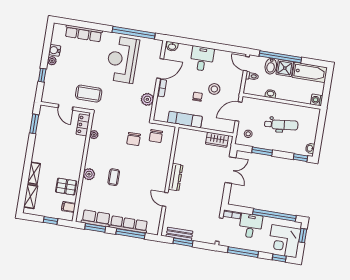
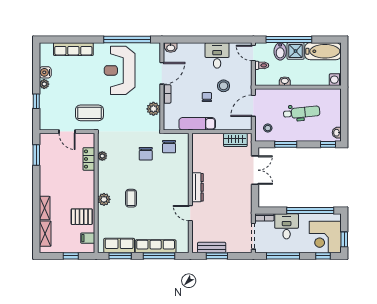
desk: (202, 59) -> (217, 55), moved
locker: (83, 125) -> (89, 159), moved
window: (303, 236) -> (344, 239), moved

